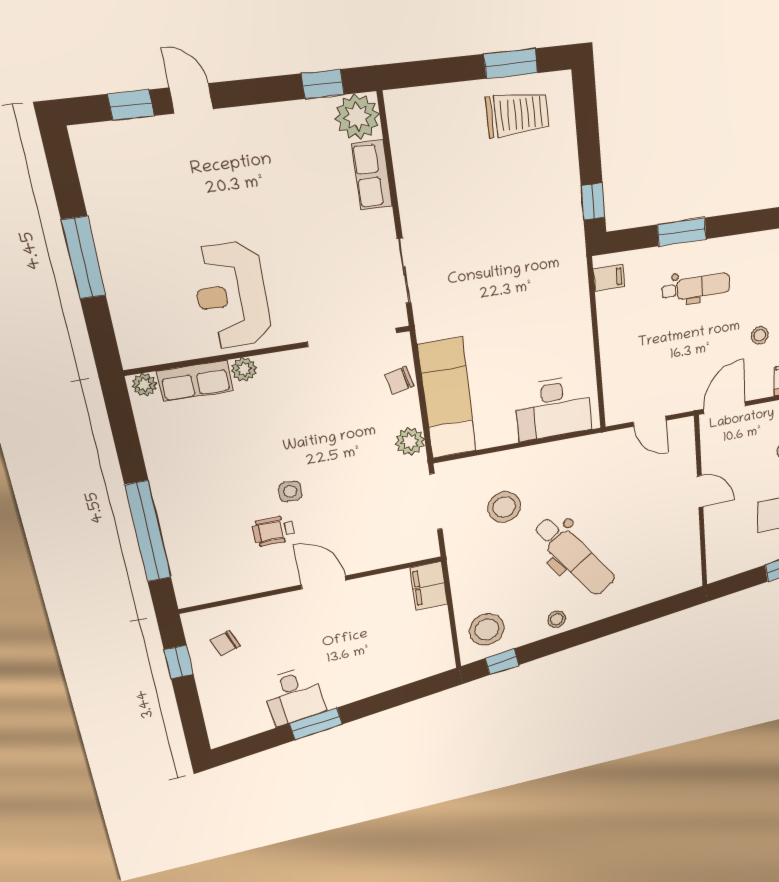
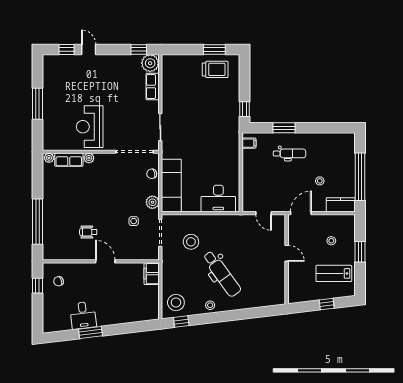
side table: (290, 491) -> (134, 221), moved

